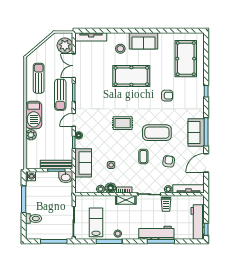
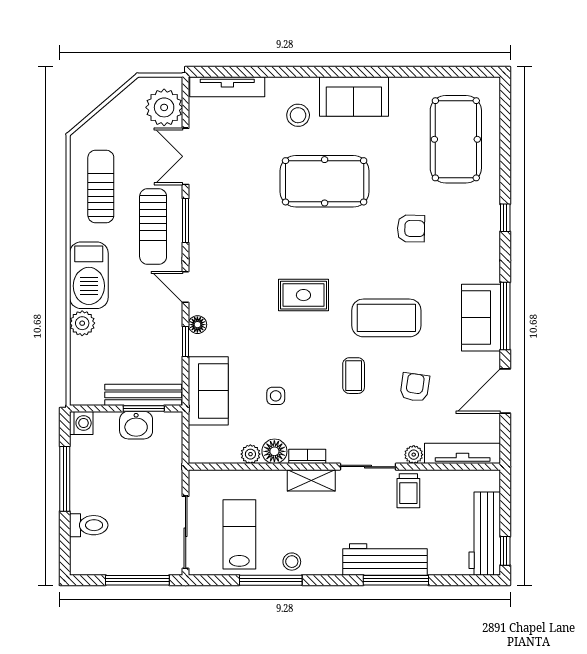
door: (74, 120) -> (186, 287), hinge flipped
washbasin: (66, 177) -> (136, 425), moved

